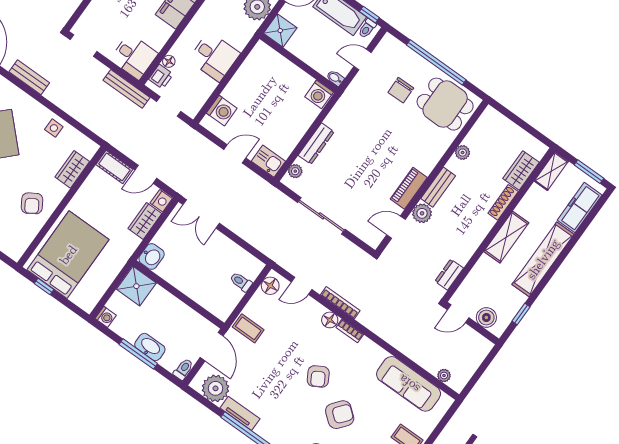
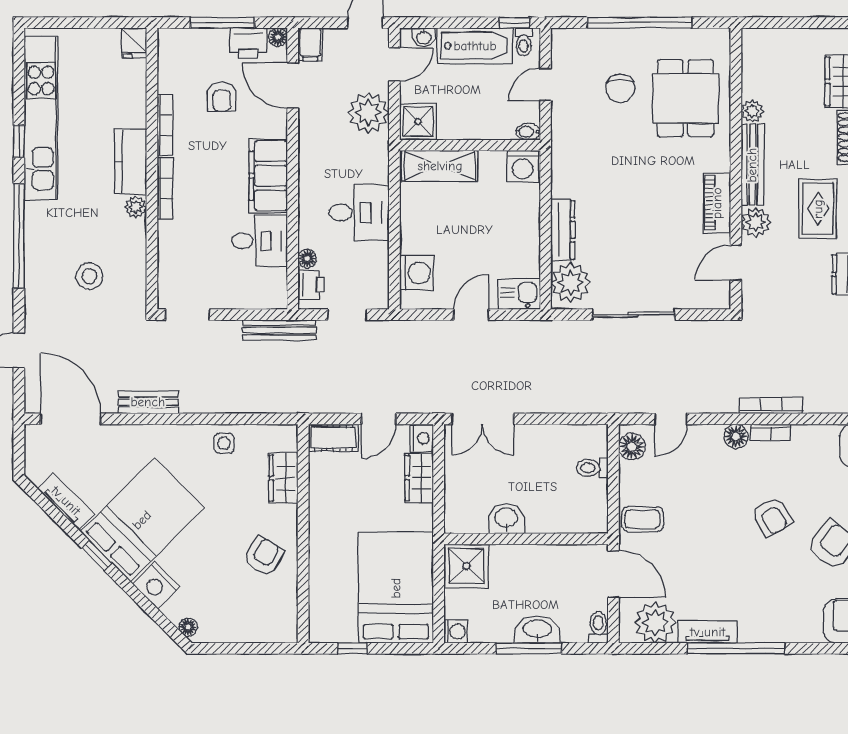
desk: (134, 56) -> (260, 241), moved
shelving: (275, 62) -> (440, 166), added
dining table: (445, 104) -> (685, 98), moved, turned 90
plant: (295, 171) -> (571, 283), width x1.87, depth x1.87
bench: (438, 187) -> (752, 165), width x1.36
armchair: (32, 203) -> (264, 556), turned -117
rug: (460, 230) -> (818, 209), added
bed: (68, 255) -> (396, 588), moved
washbasin: (152, 257) -> (506, 519), moved, turned -90
bookcase: (340, 303) -> (771, 406), moved

